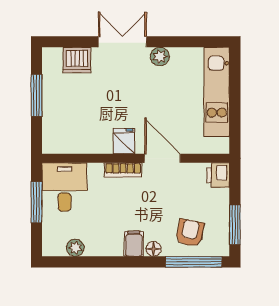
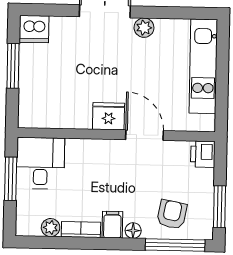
dishwasher: (77, 60) -> (34, 29), moved
fridge: (124, 141) -> (109, 116), width x1.38
bookcase: (123, 170) -> (81, 230), moved, turned 180

